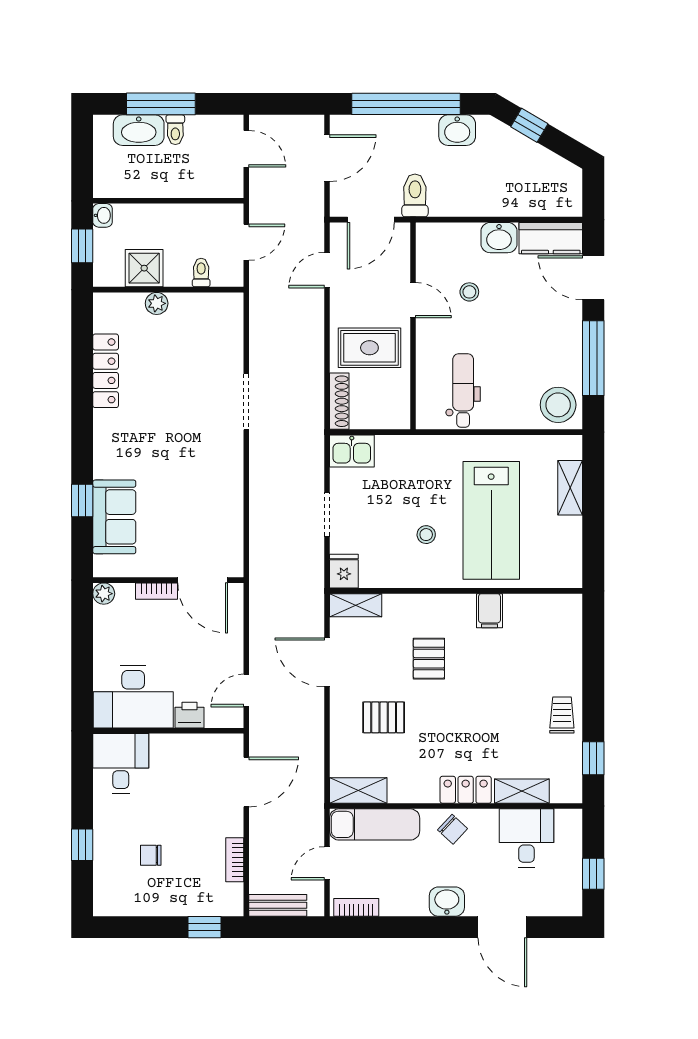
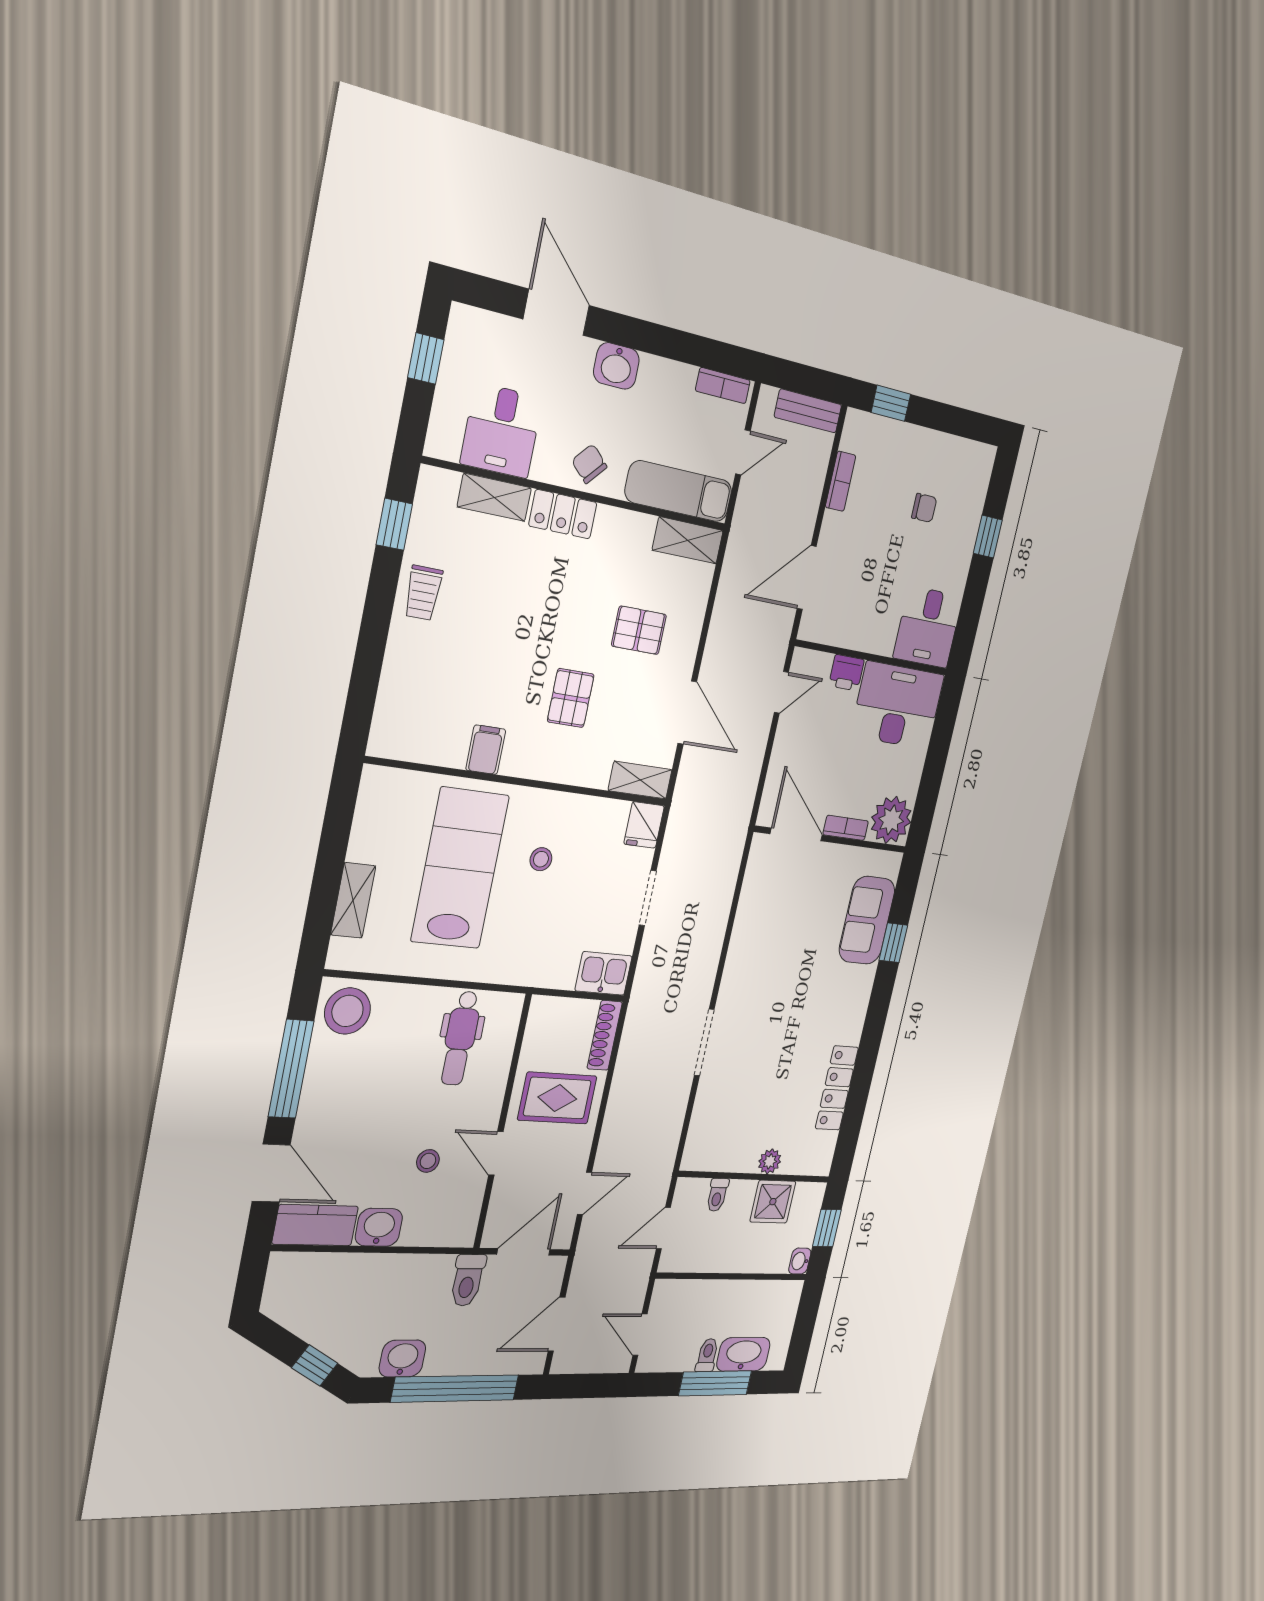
plant: (104, 594) -> (891, 820), width x1.87, depth x1.87

